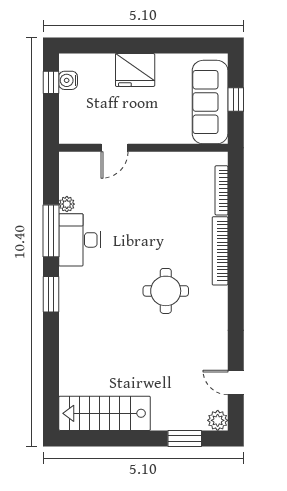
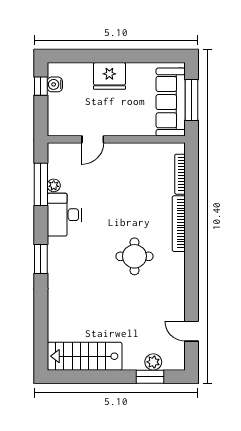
window: (236, 100) -> (192, 100), width x2.17
window: (51, 231) -> (41, 184), moved
plant: (218, 420) -> (153, 362), moved

